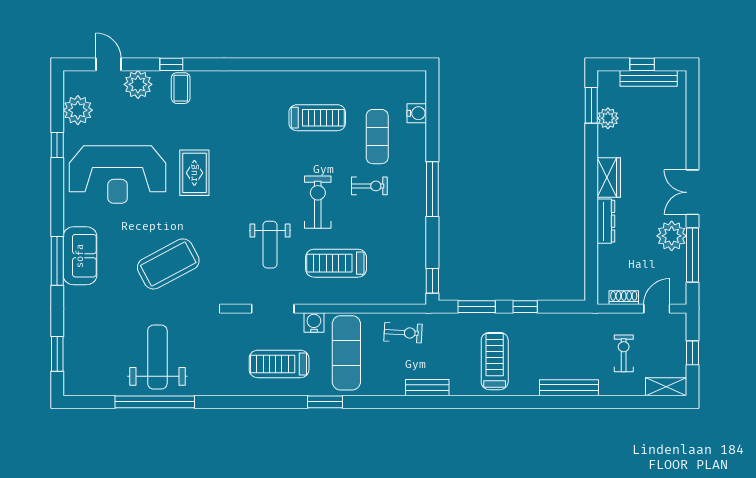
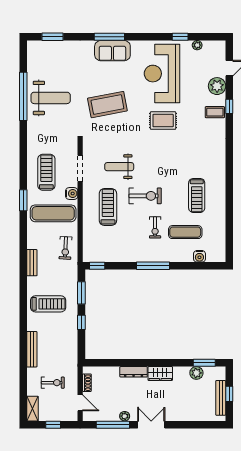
plant: (78, 110) -> (197, 45), width x0.53, depth x0.53
plant: (672, 236) -> (125, 416), width x0.53, depth x0.53
coffee table: (168, 264) -> (107, 105), turned -73

